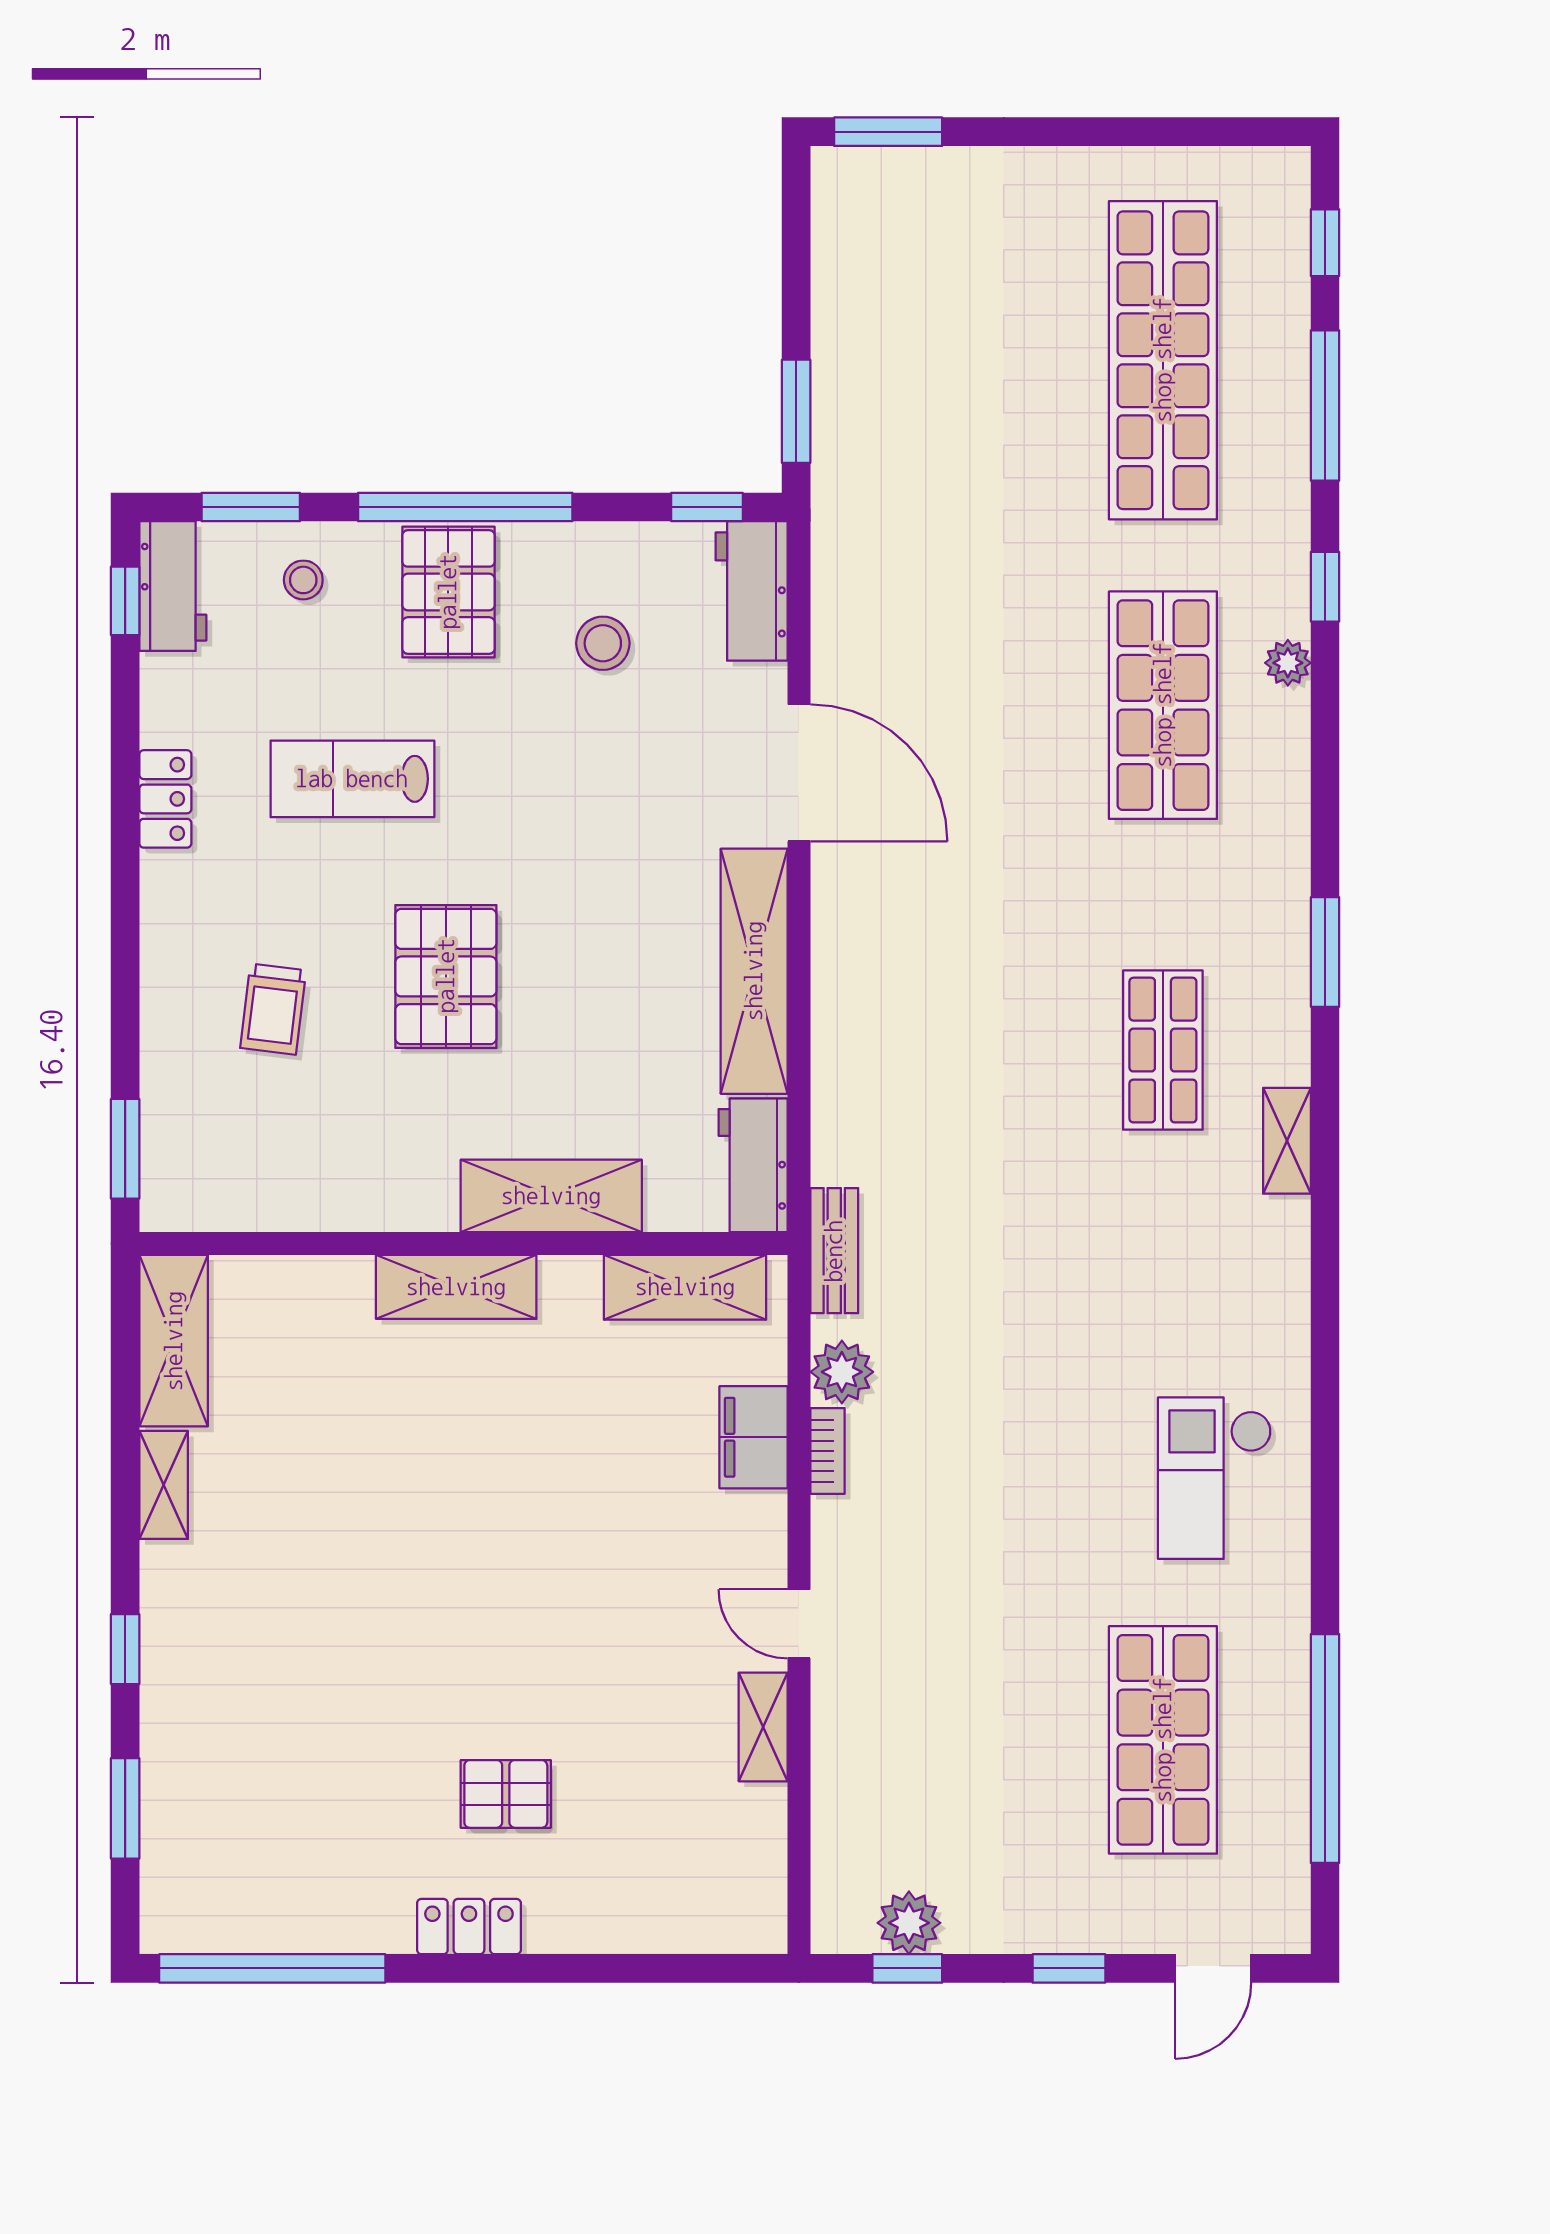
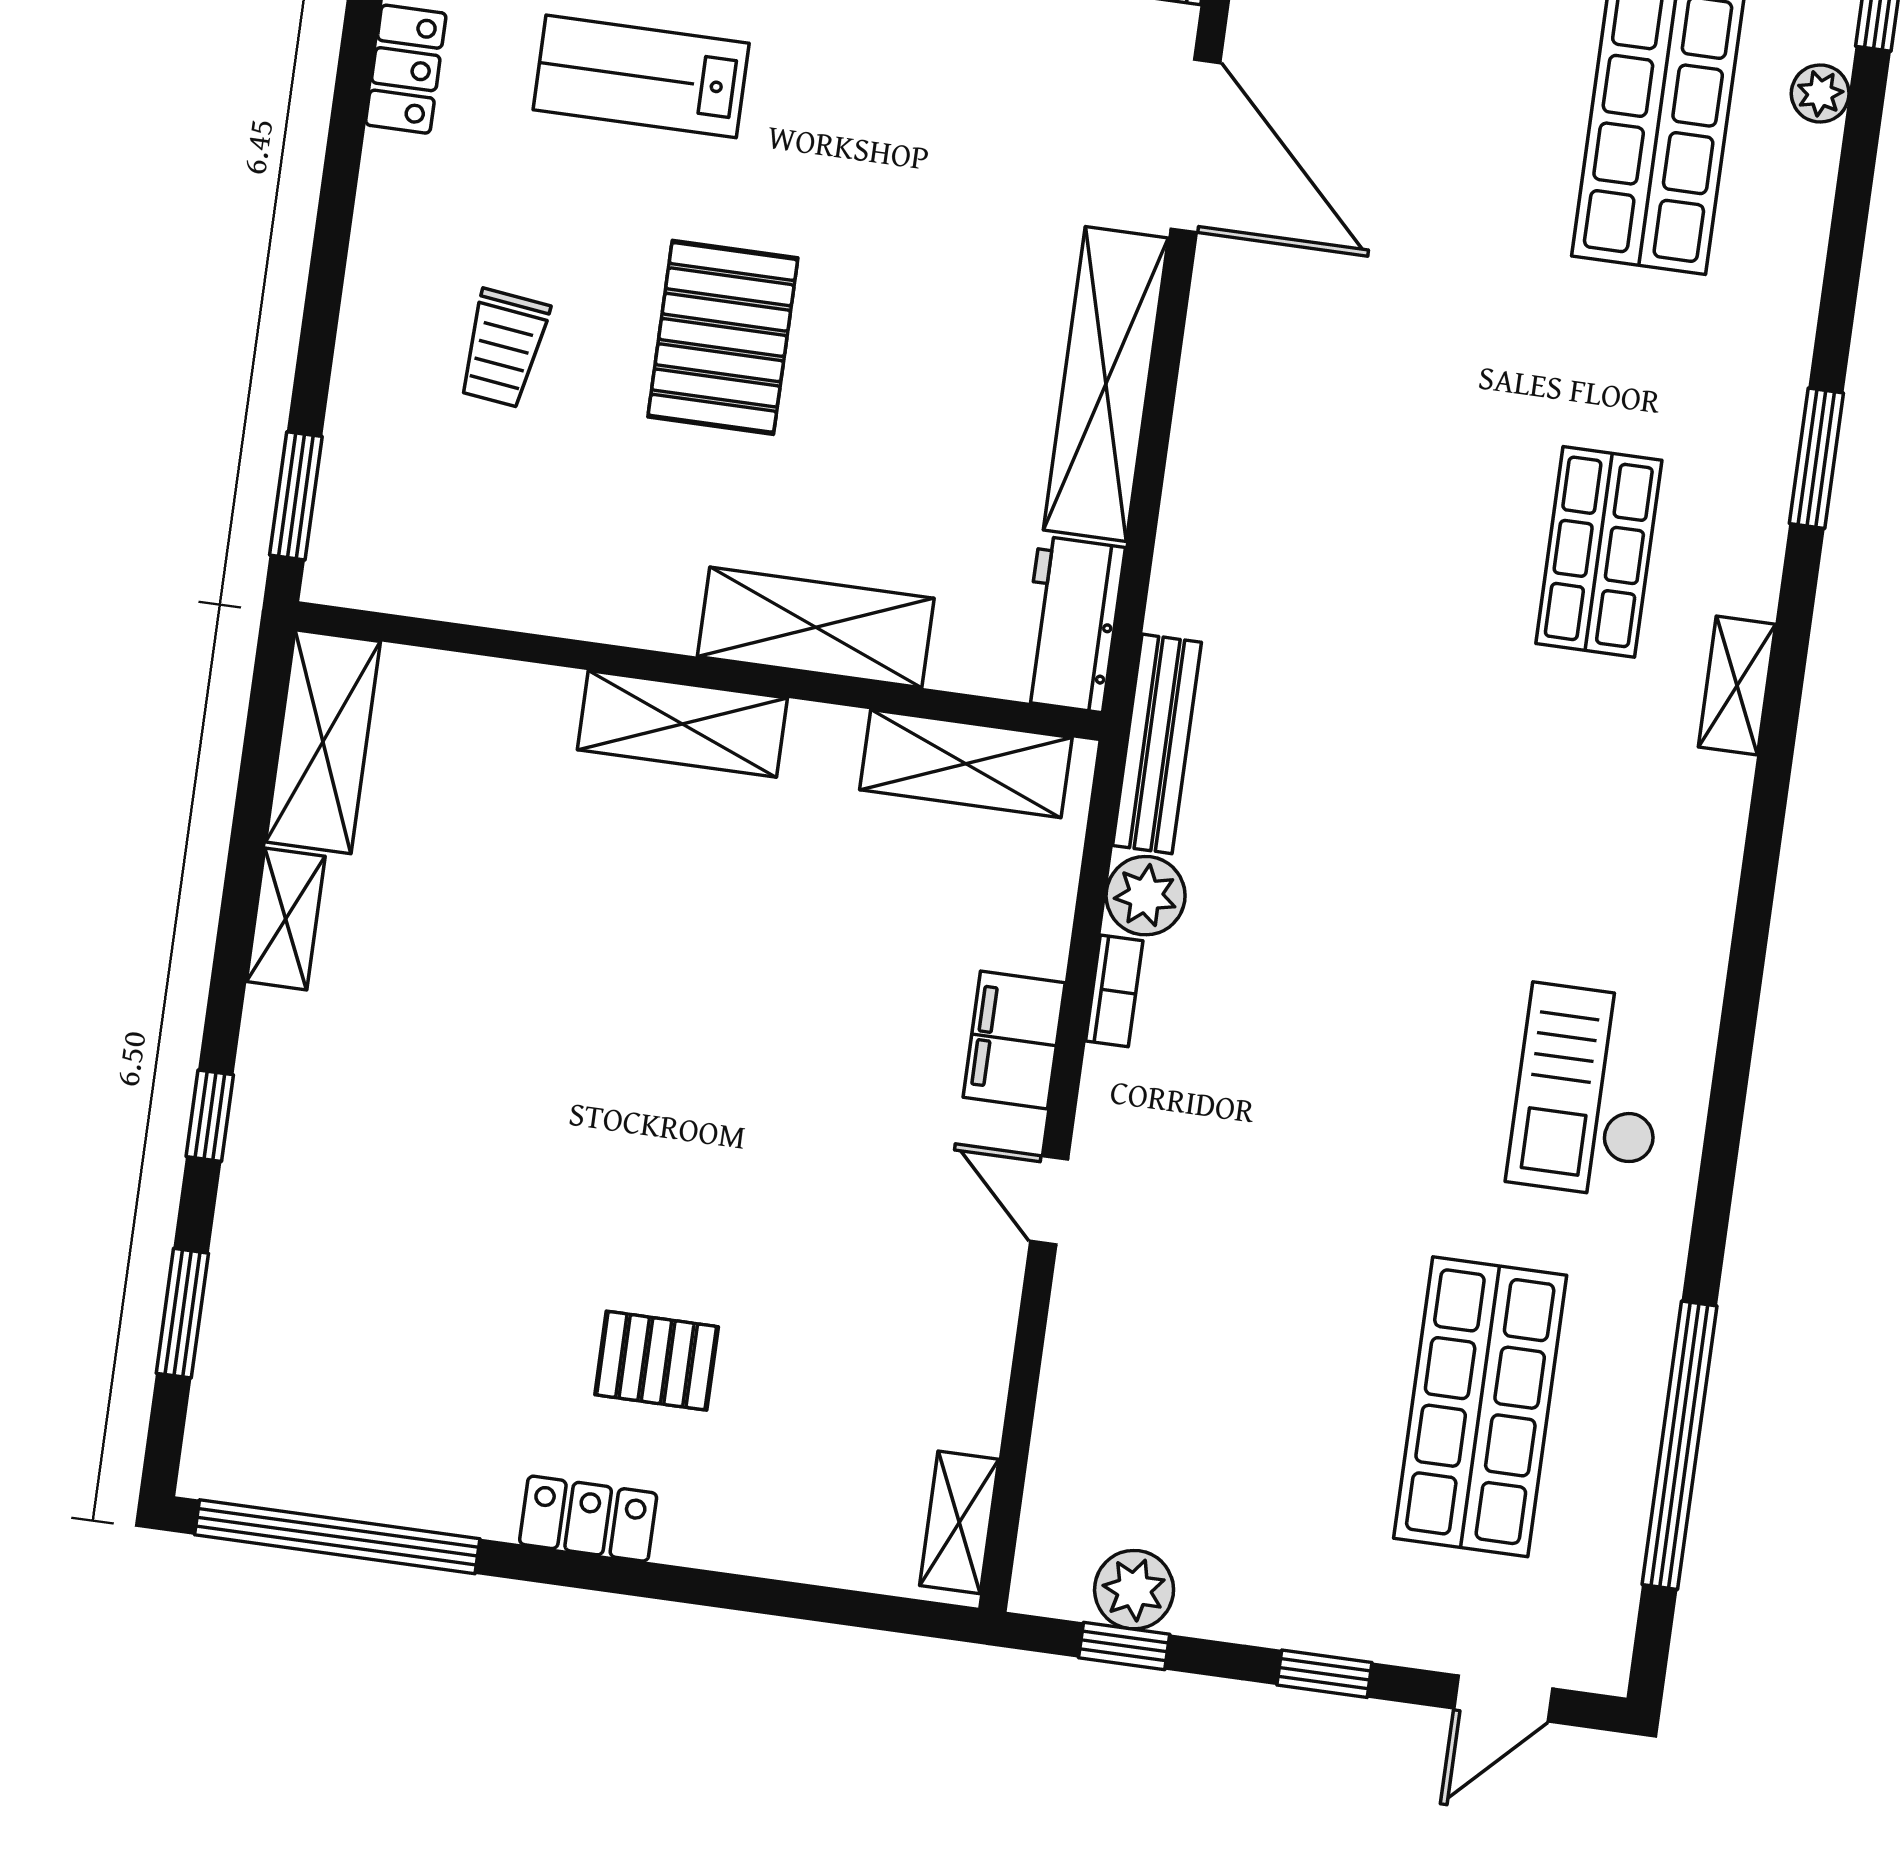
bench: (834, 1251) -> (1157, 744), width x1.36
filing cabinet: (754, 1437) -> (1014, 1040), moved
shelving: (763, 1727) -> (959, 1522), moved

